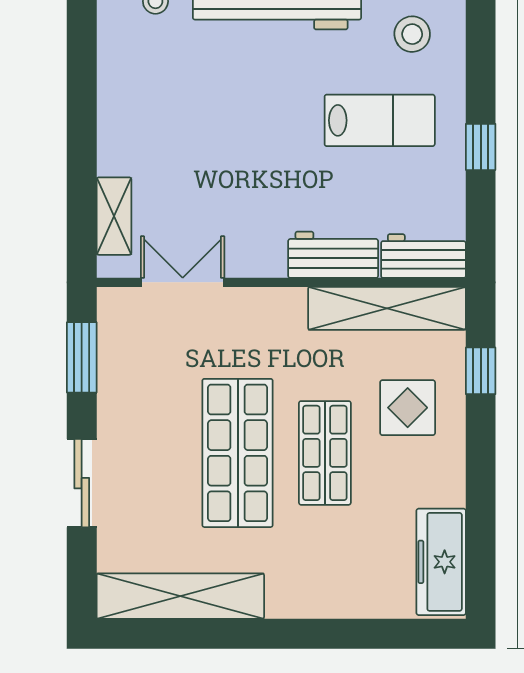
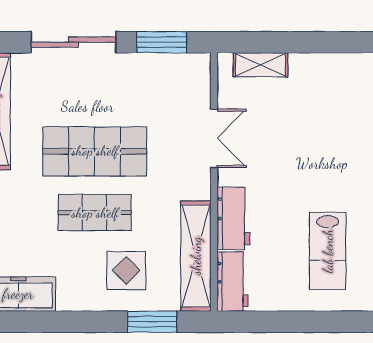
window: (481, 147) -> (309, 322), removed
double door: (183, 282) -> (214, 138), moved
window: (481, 371) -> (152, 322), width x1.50
sliding door: (82, 483) -> (73, 42), width x1.37

